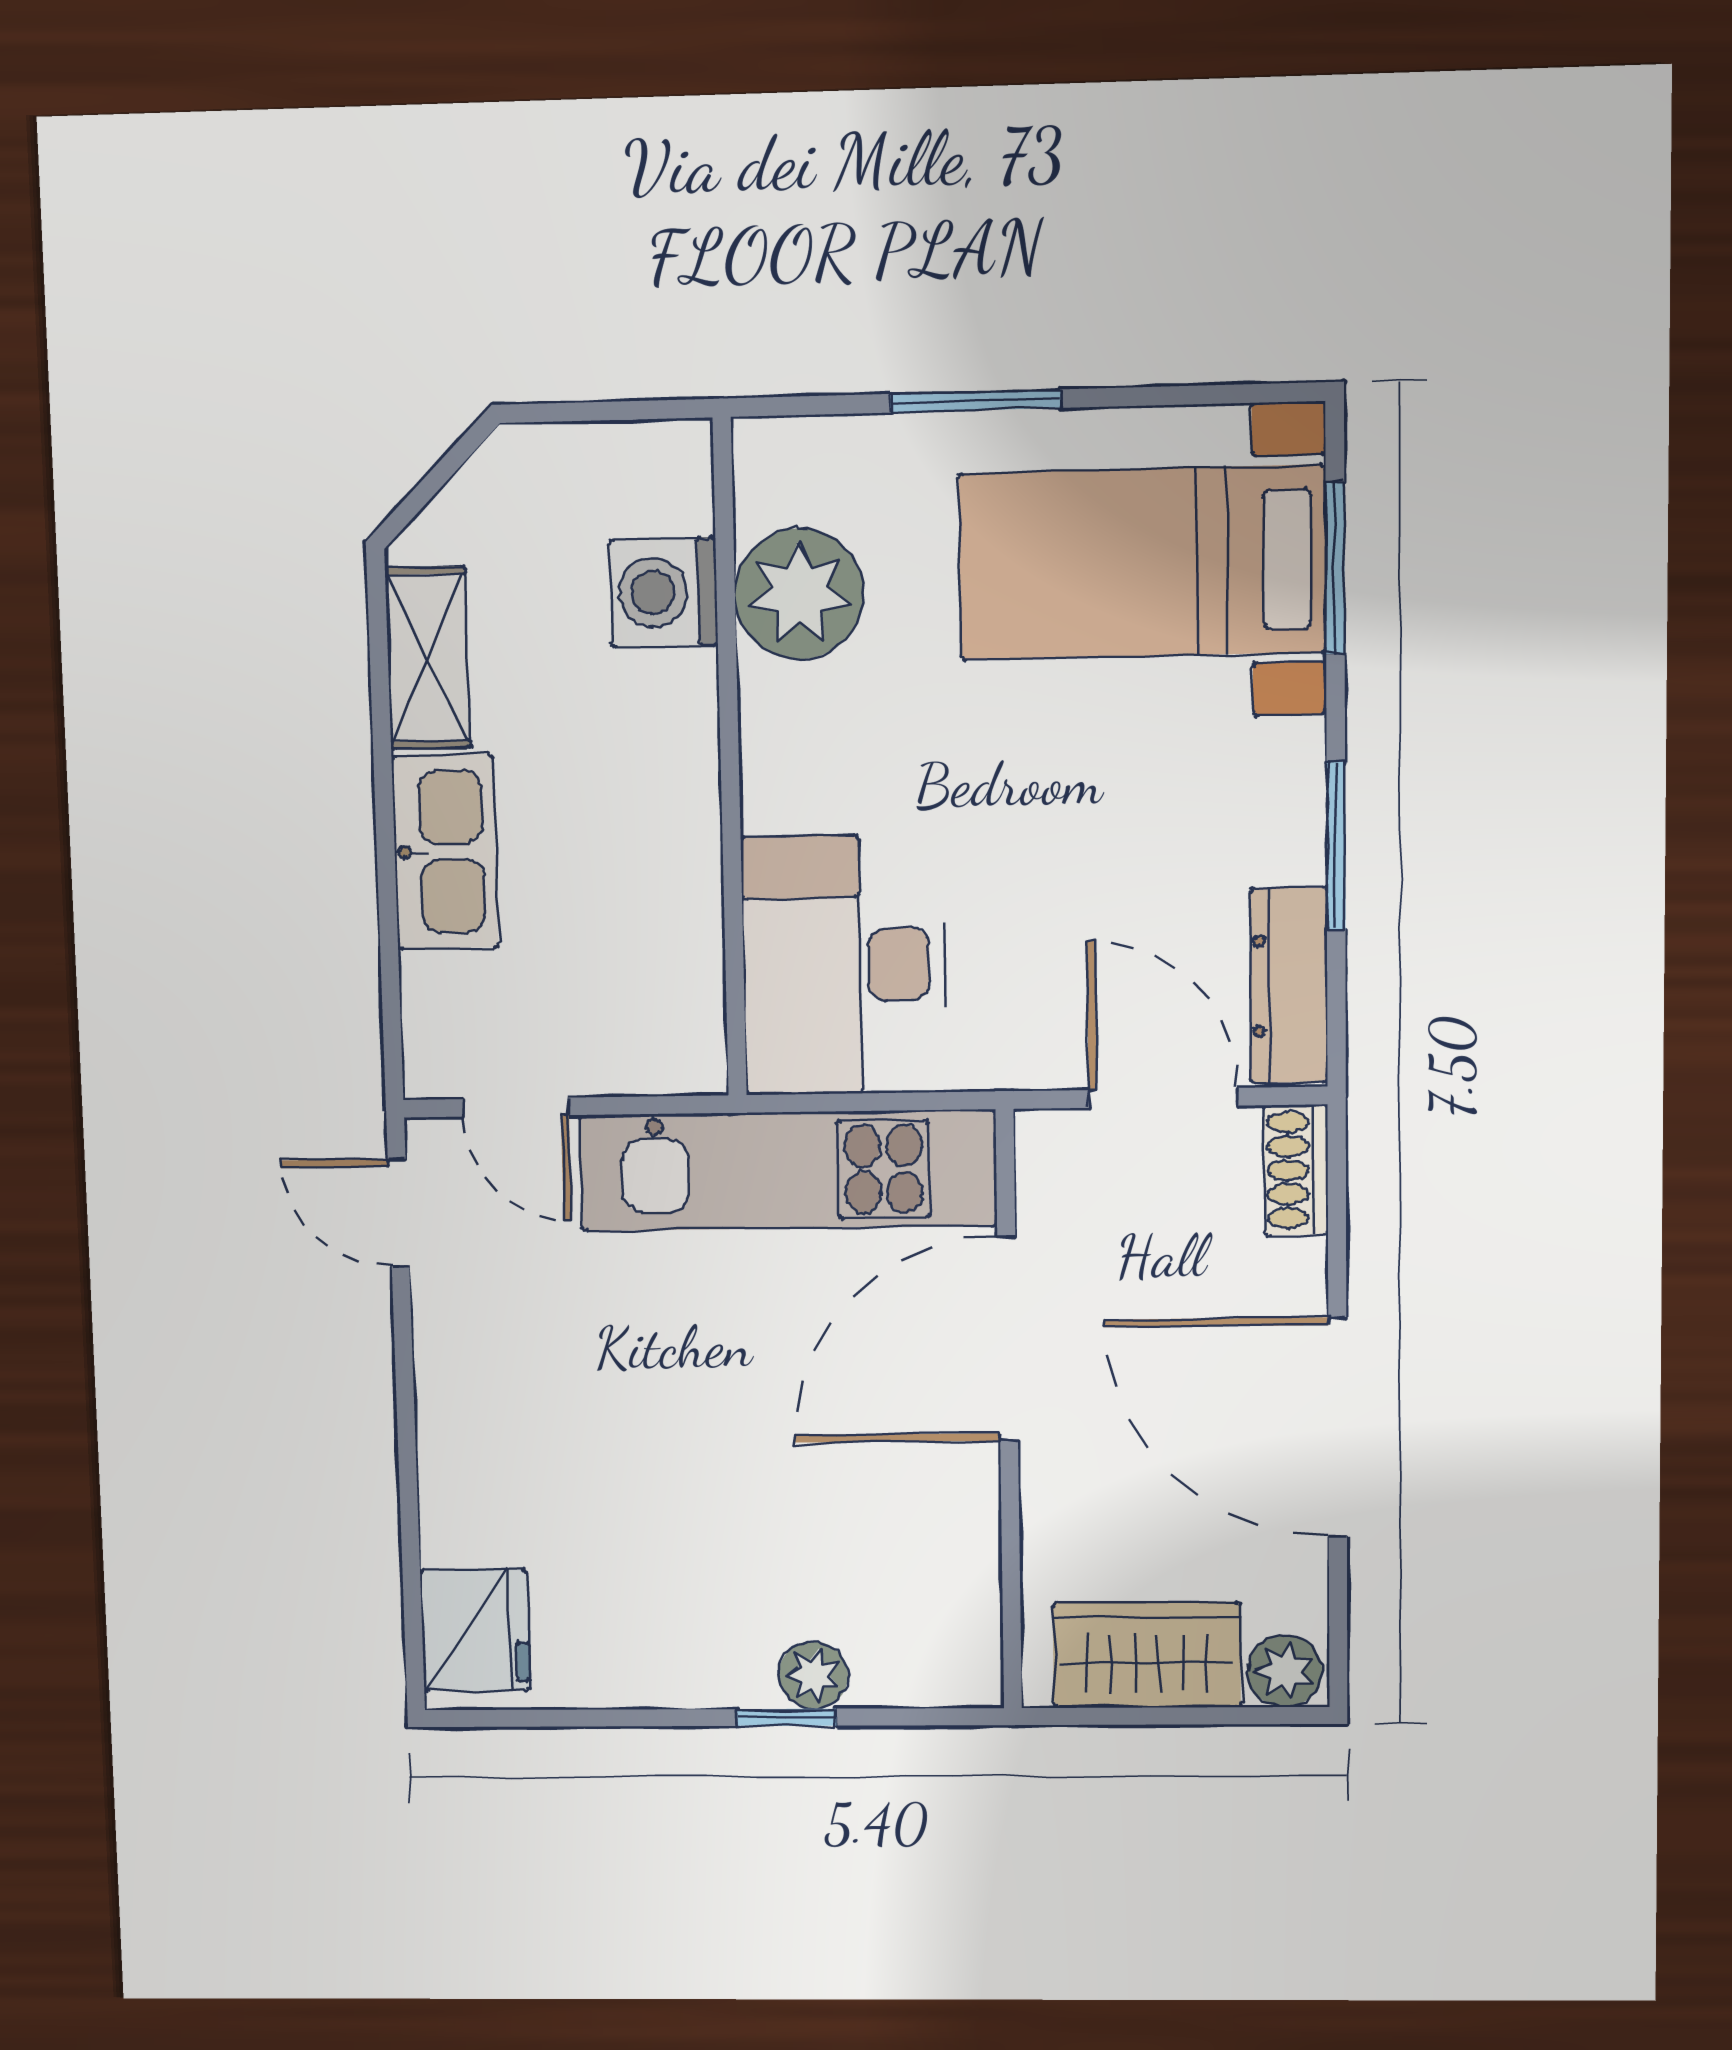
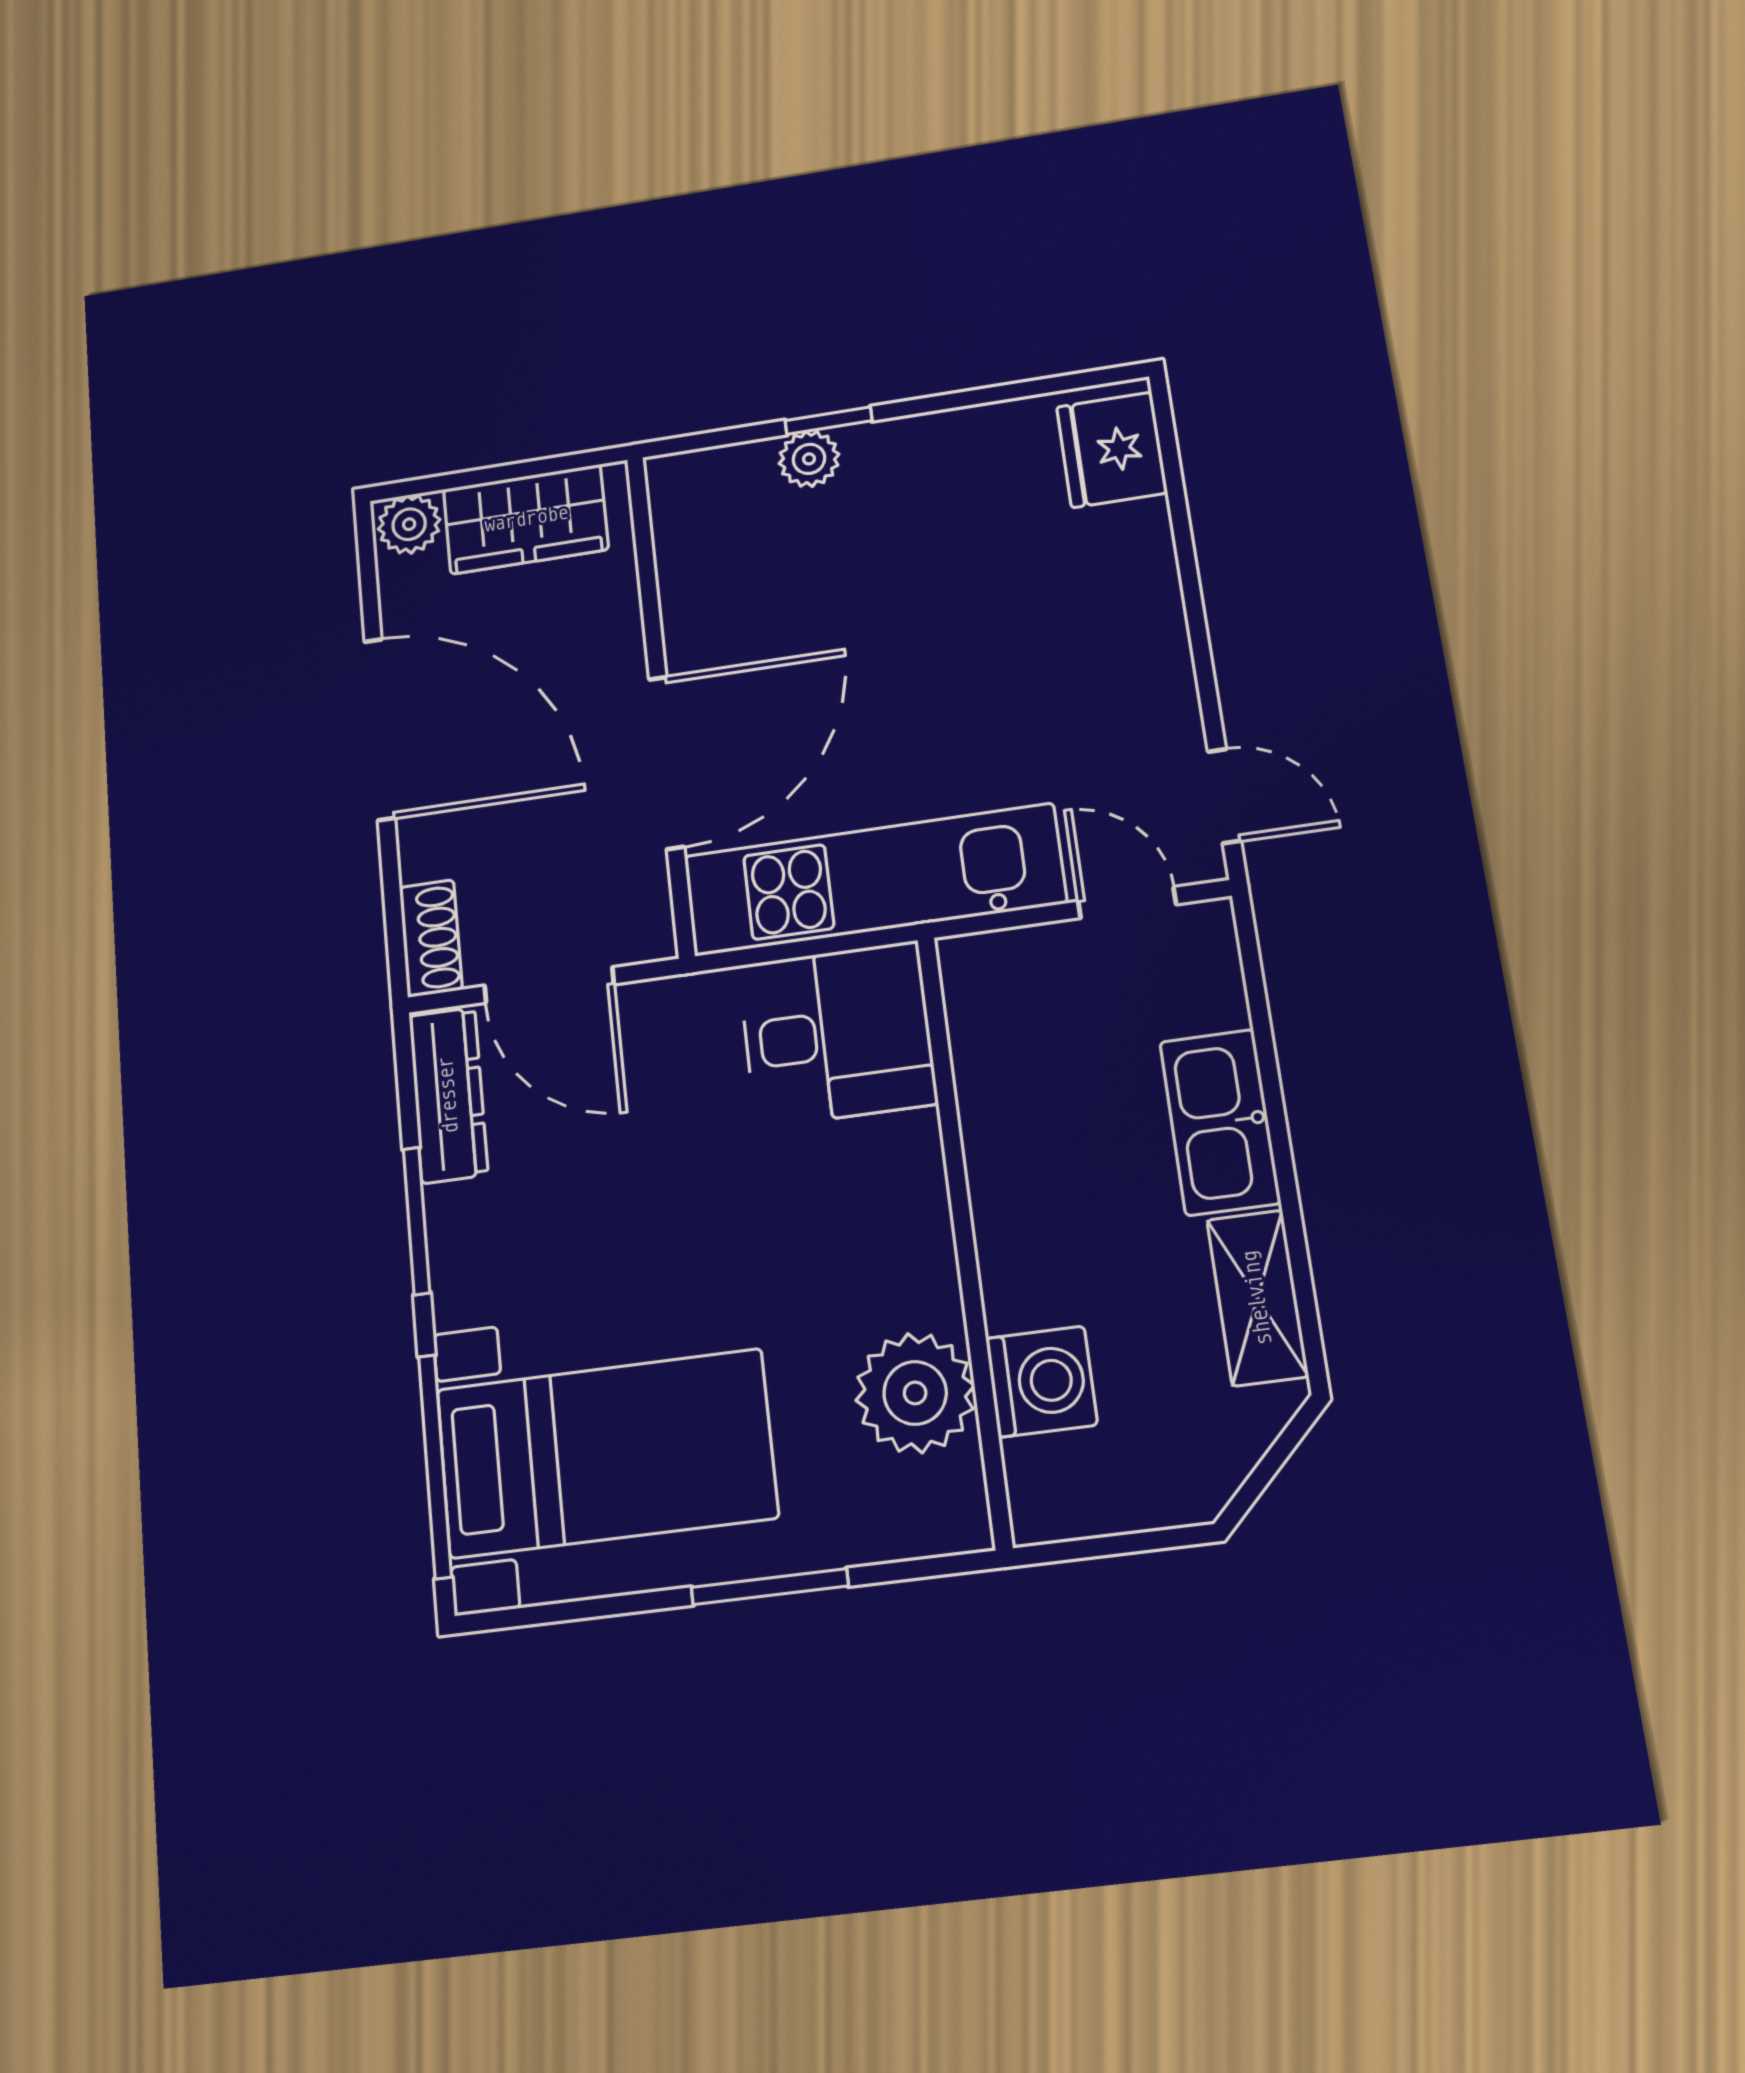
window: (1335, 568) -> (435, 1466), width x1.44
desk: (844, 965) -> (837, 1034), width x0.73

